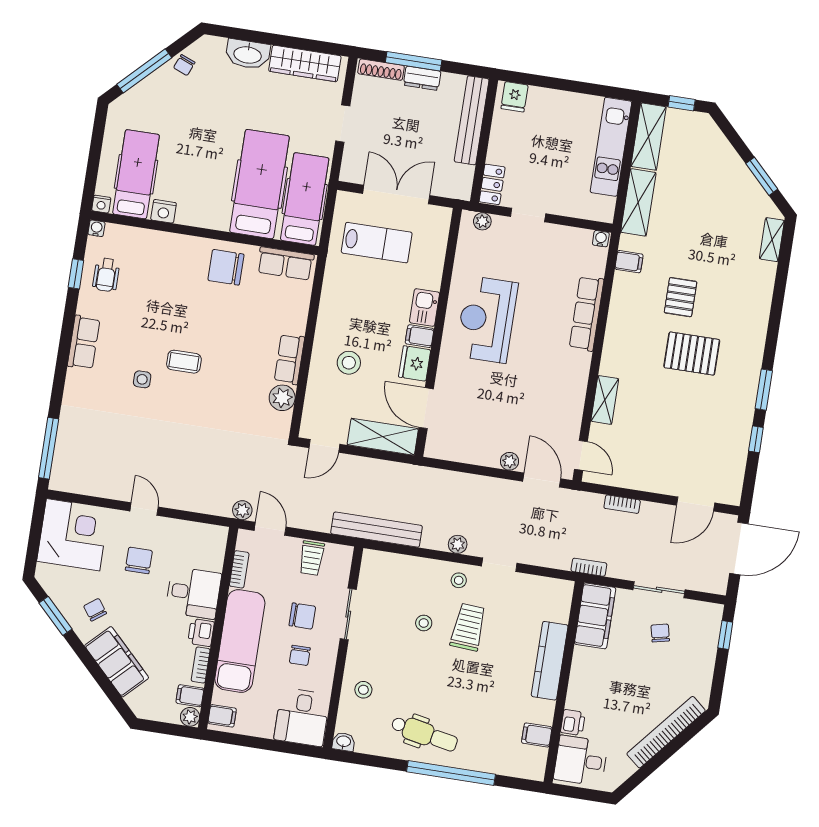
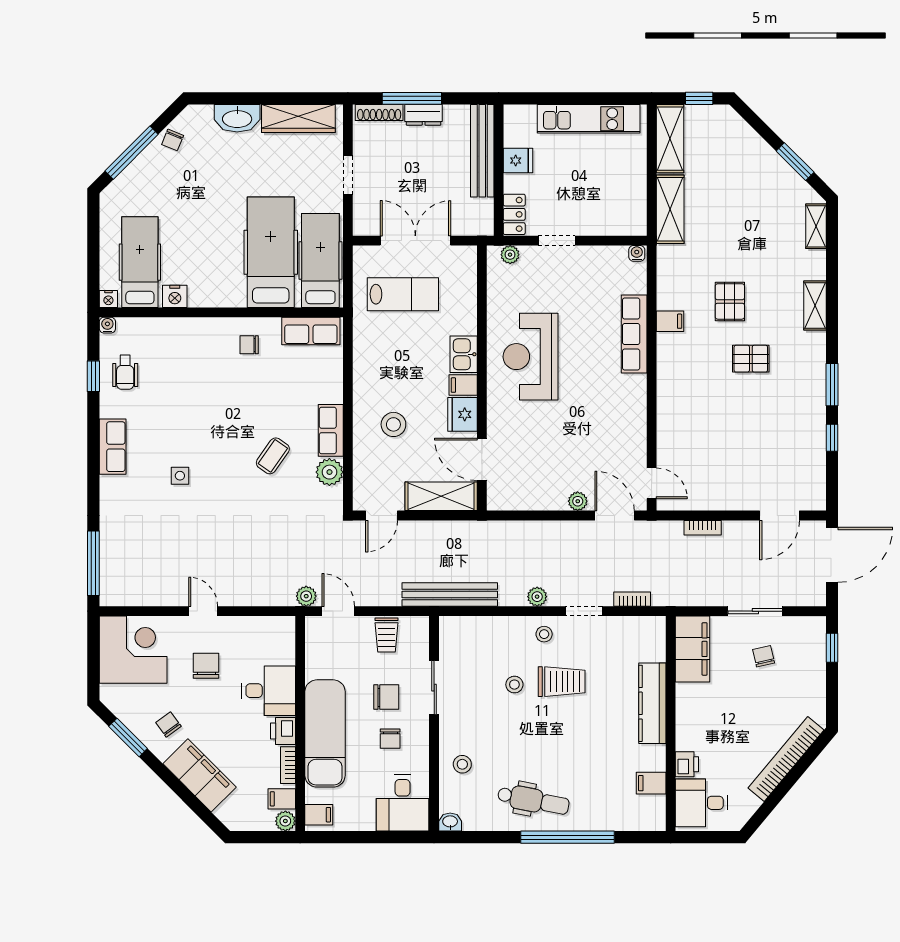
fridge: (514, 97) -> (518, 161), moved, turned -90
kitchen unit: (611, 147) -> (589, 119), moved, turned -90
filing cabinet: (629, 262) -> (670, 321), moved
chair: (226, 267) -> (249, 345), width x0.54, depth x0.54
pallet: (692, 354) -> (751, 359), width x0.67, depth x0.71
coffee table: (184, 362) -> (273, 456), moved, turned -55
shelving: (605, 400) -> (815, 306), moved
bookcase: (589, 567) -> (632, 599), moved
bookcase: (239, 569) -> (313, 659), removed
trolley: (468, 627) -> (562, 682), turned 86

